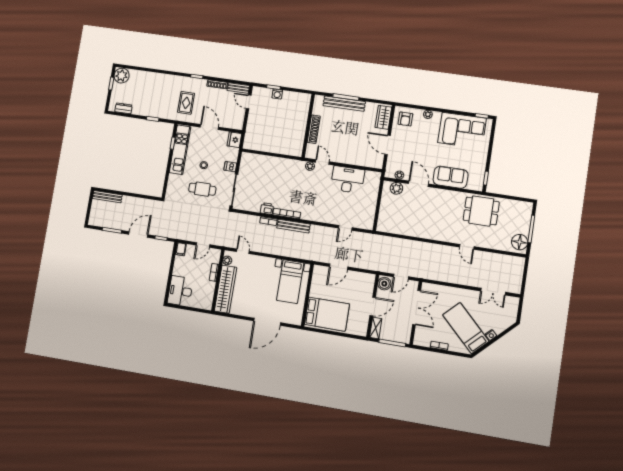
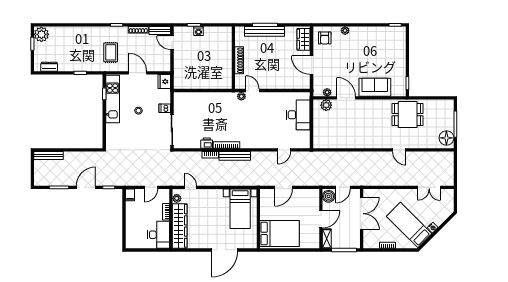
corner sofa: (462, 131) -> (379, 41), removed
desk: (348, 180) -> (298, 115), moved, turned 90
cafe table: (202, 189) -> (141, 134), removed
desk: (180, 291) -> (159, 235), moved, turned 180

